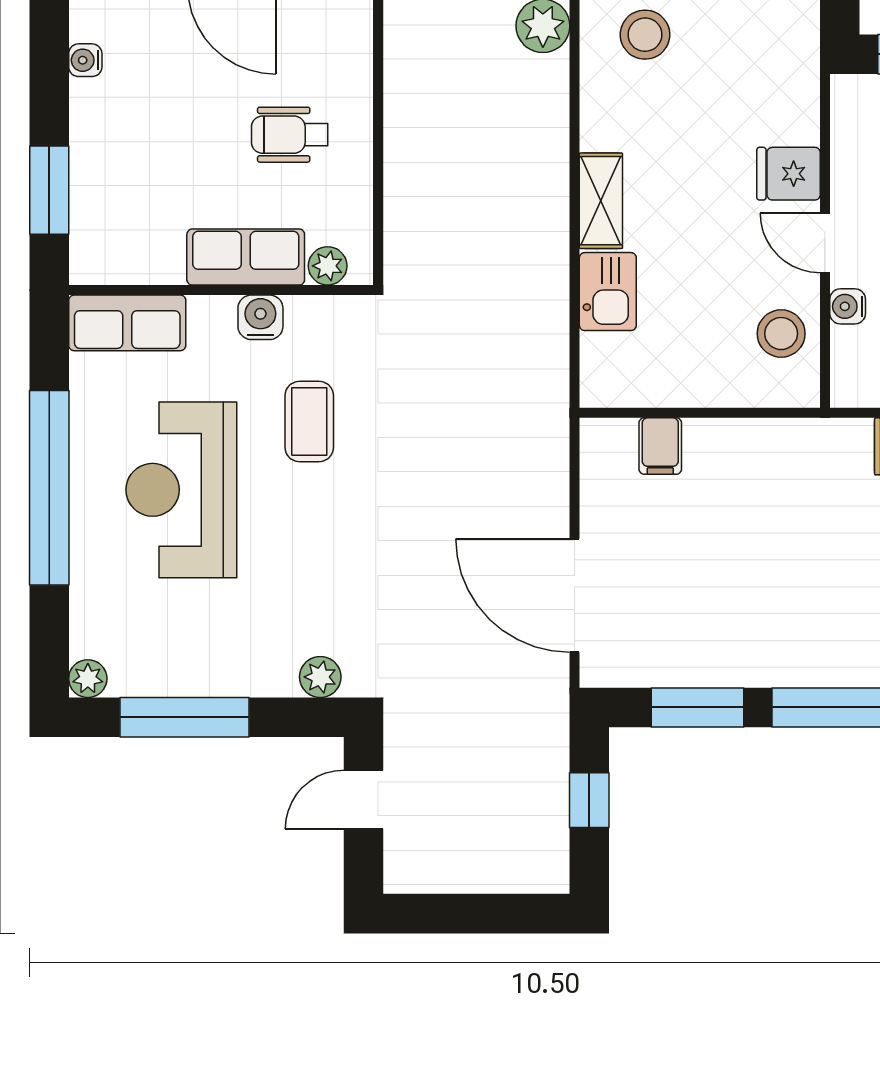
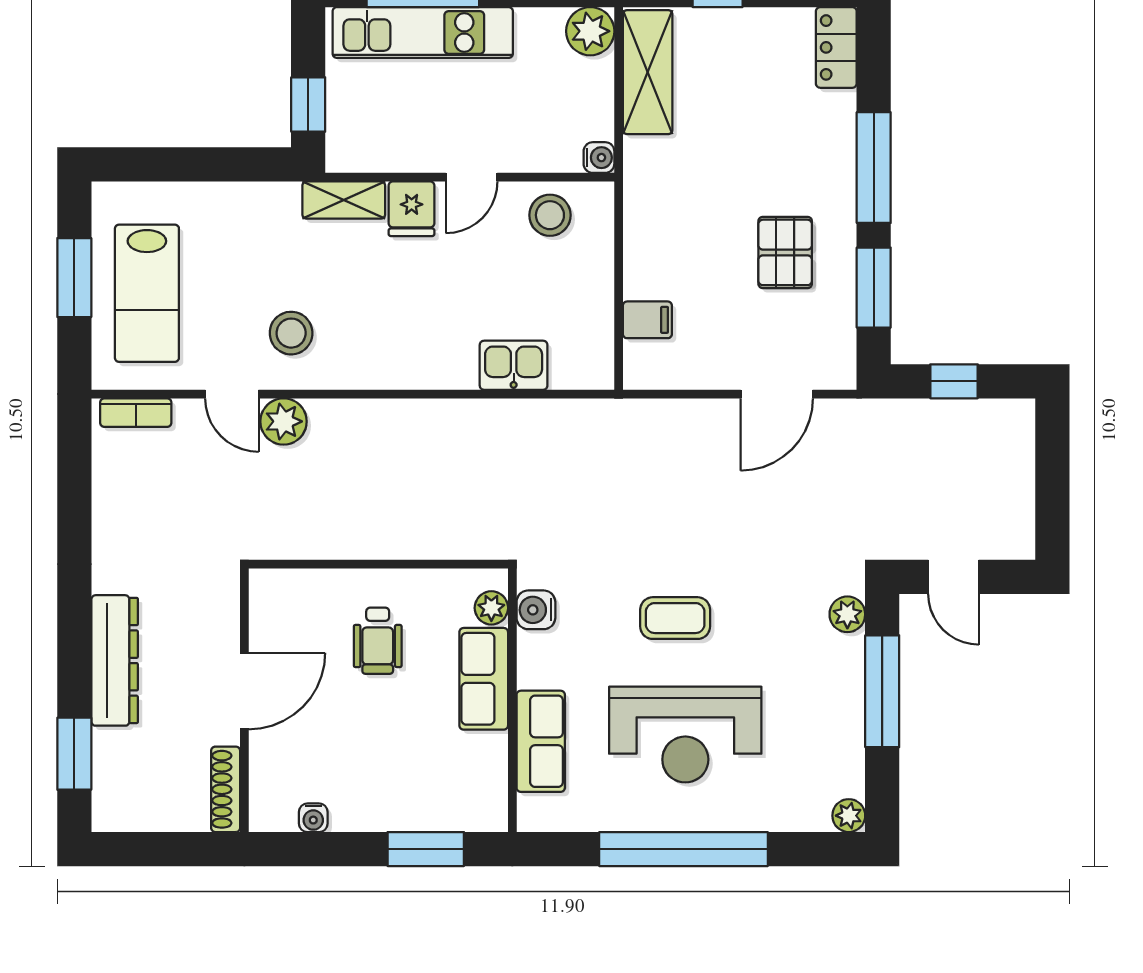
shelving: (601, 201) -> (344, 200), moved
water cooler: (848, 306) -> (599, 158), moved, turned -90
water cooler: (260, 317) -> (536, 610), moved
row of seats: (127, 323) -> (541, 741), moved
coffee table: (309, 422) -> (675, 618), moved
door: (575, 596) -> (777, 394), width x0.73
pallet: (738, 605) -> (785, 252), added
window: (184, 717) -> (882, 691), moved

